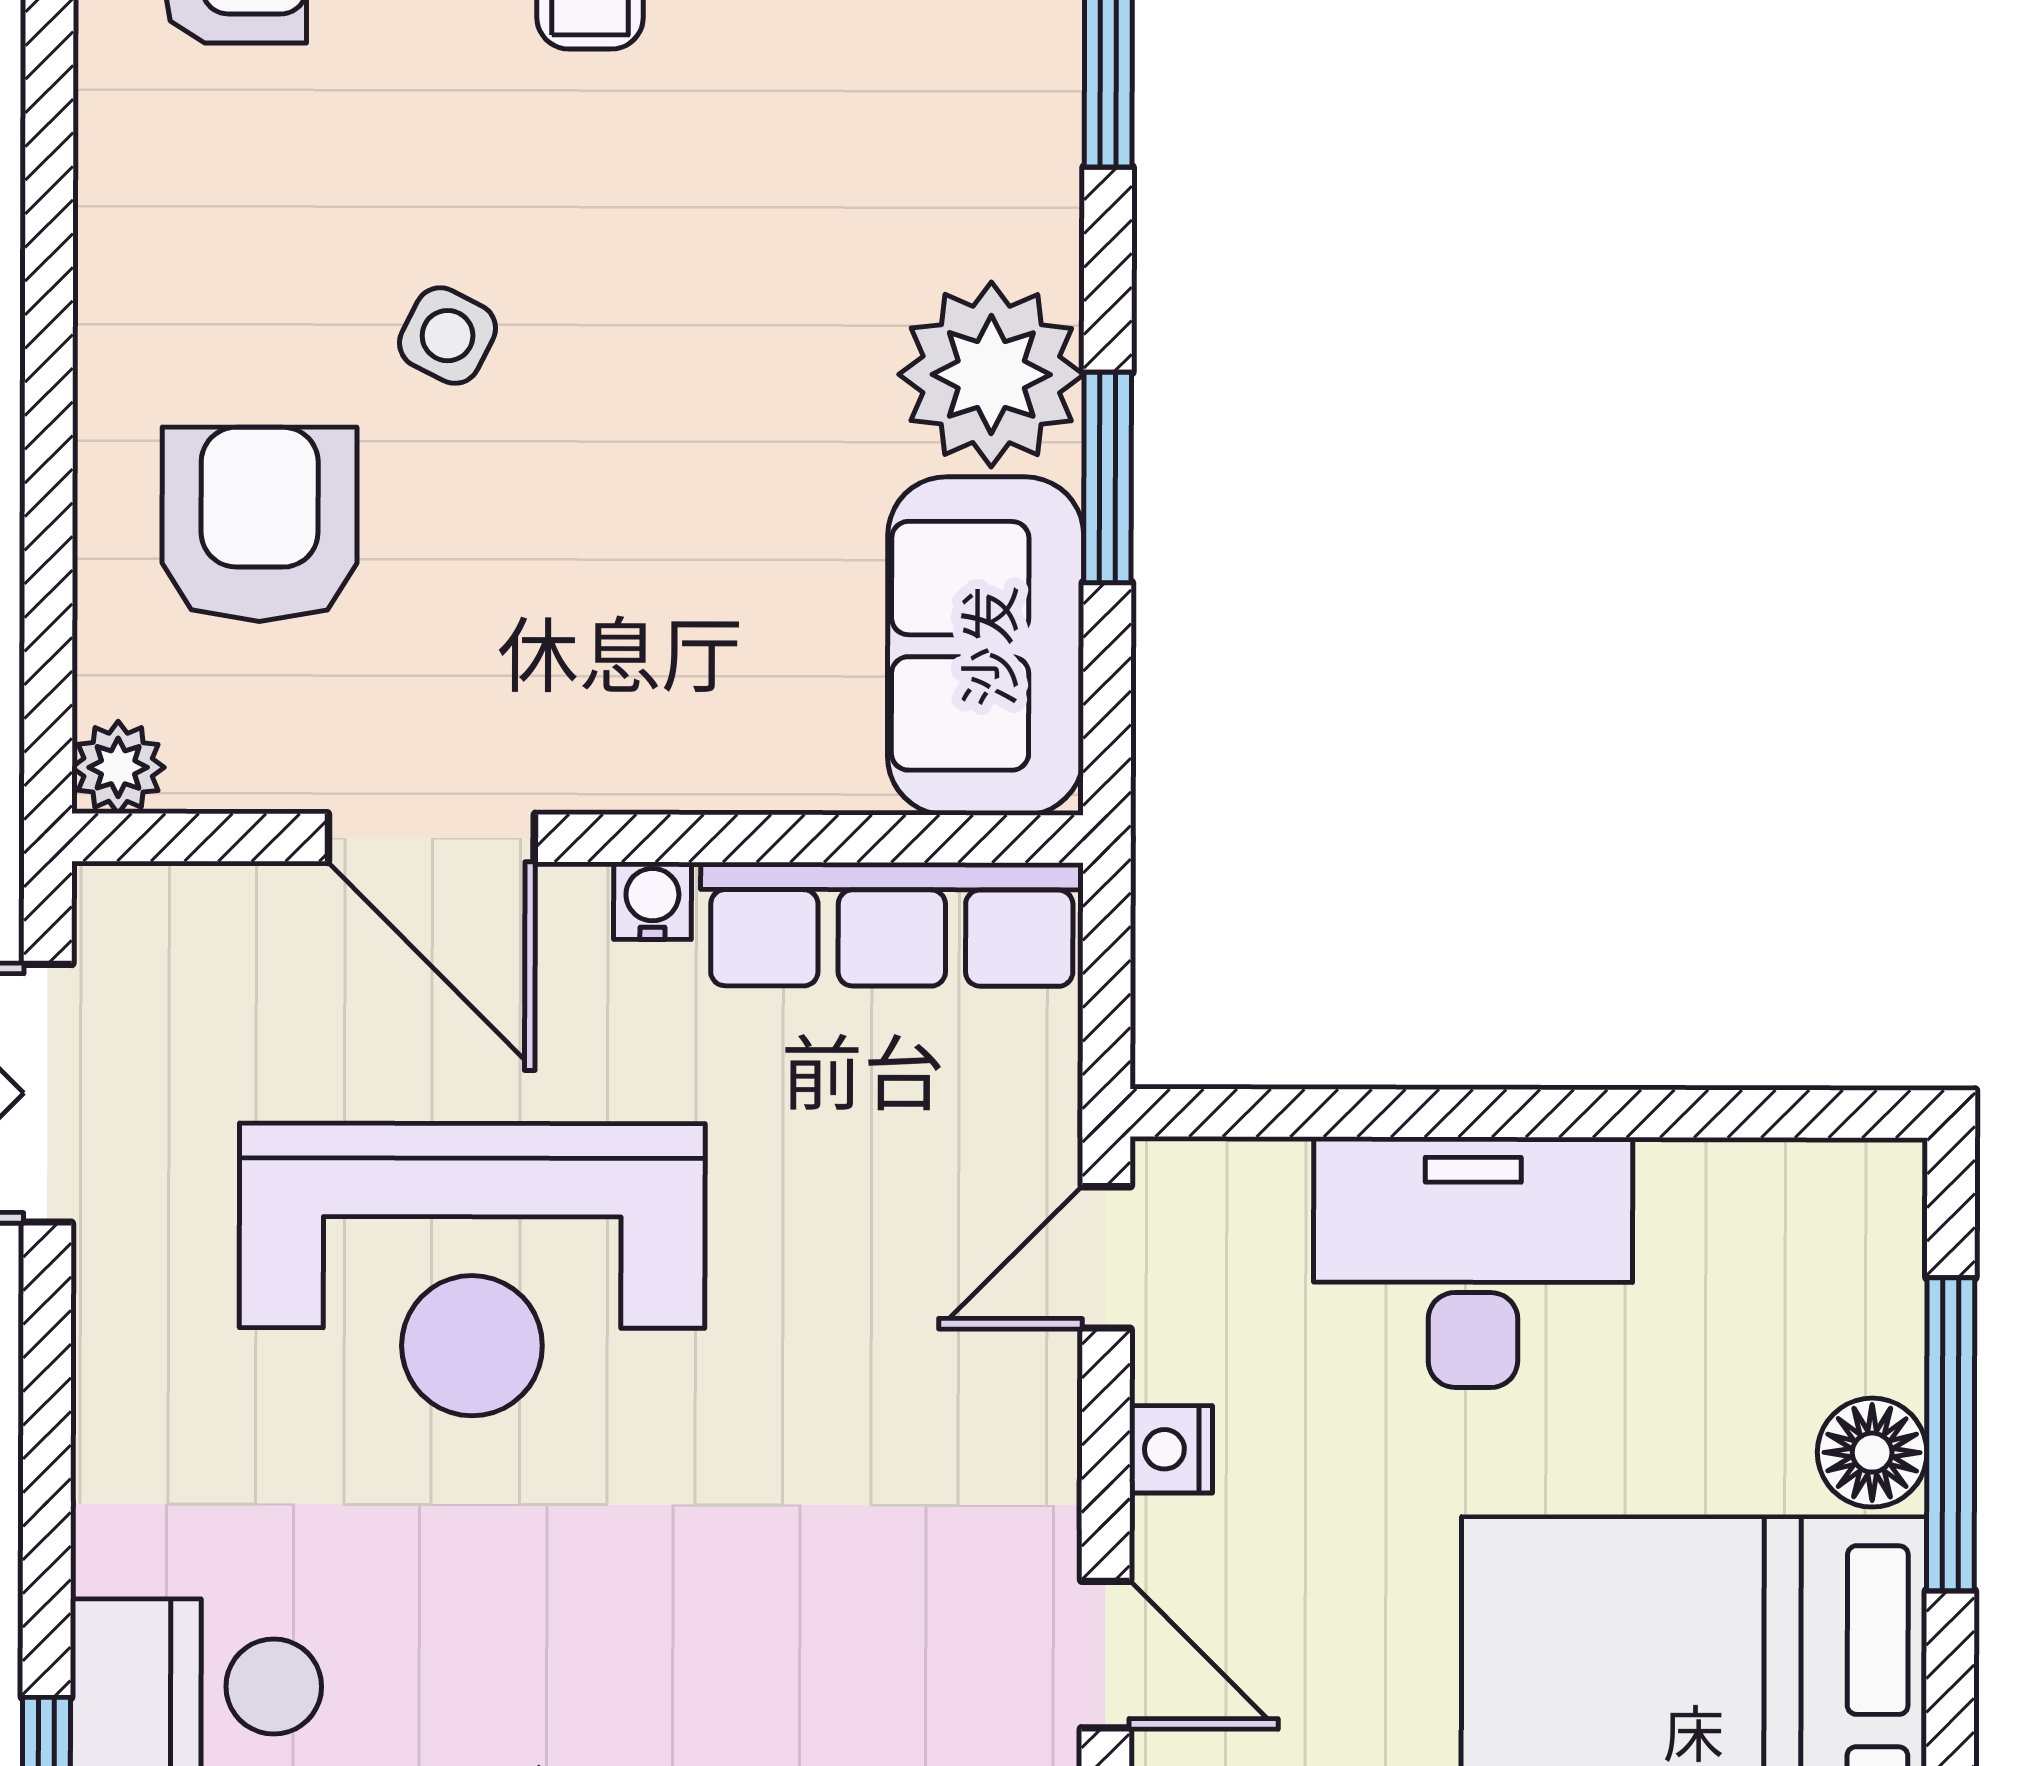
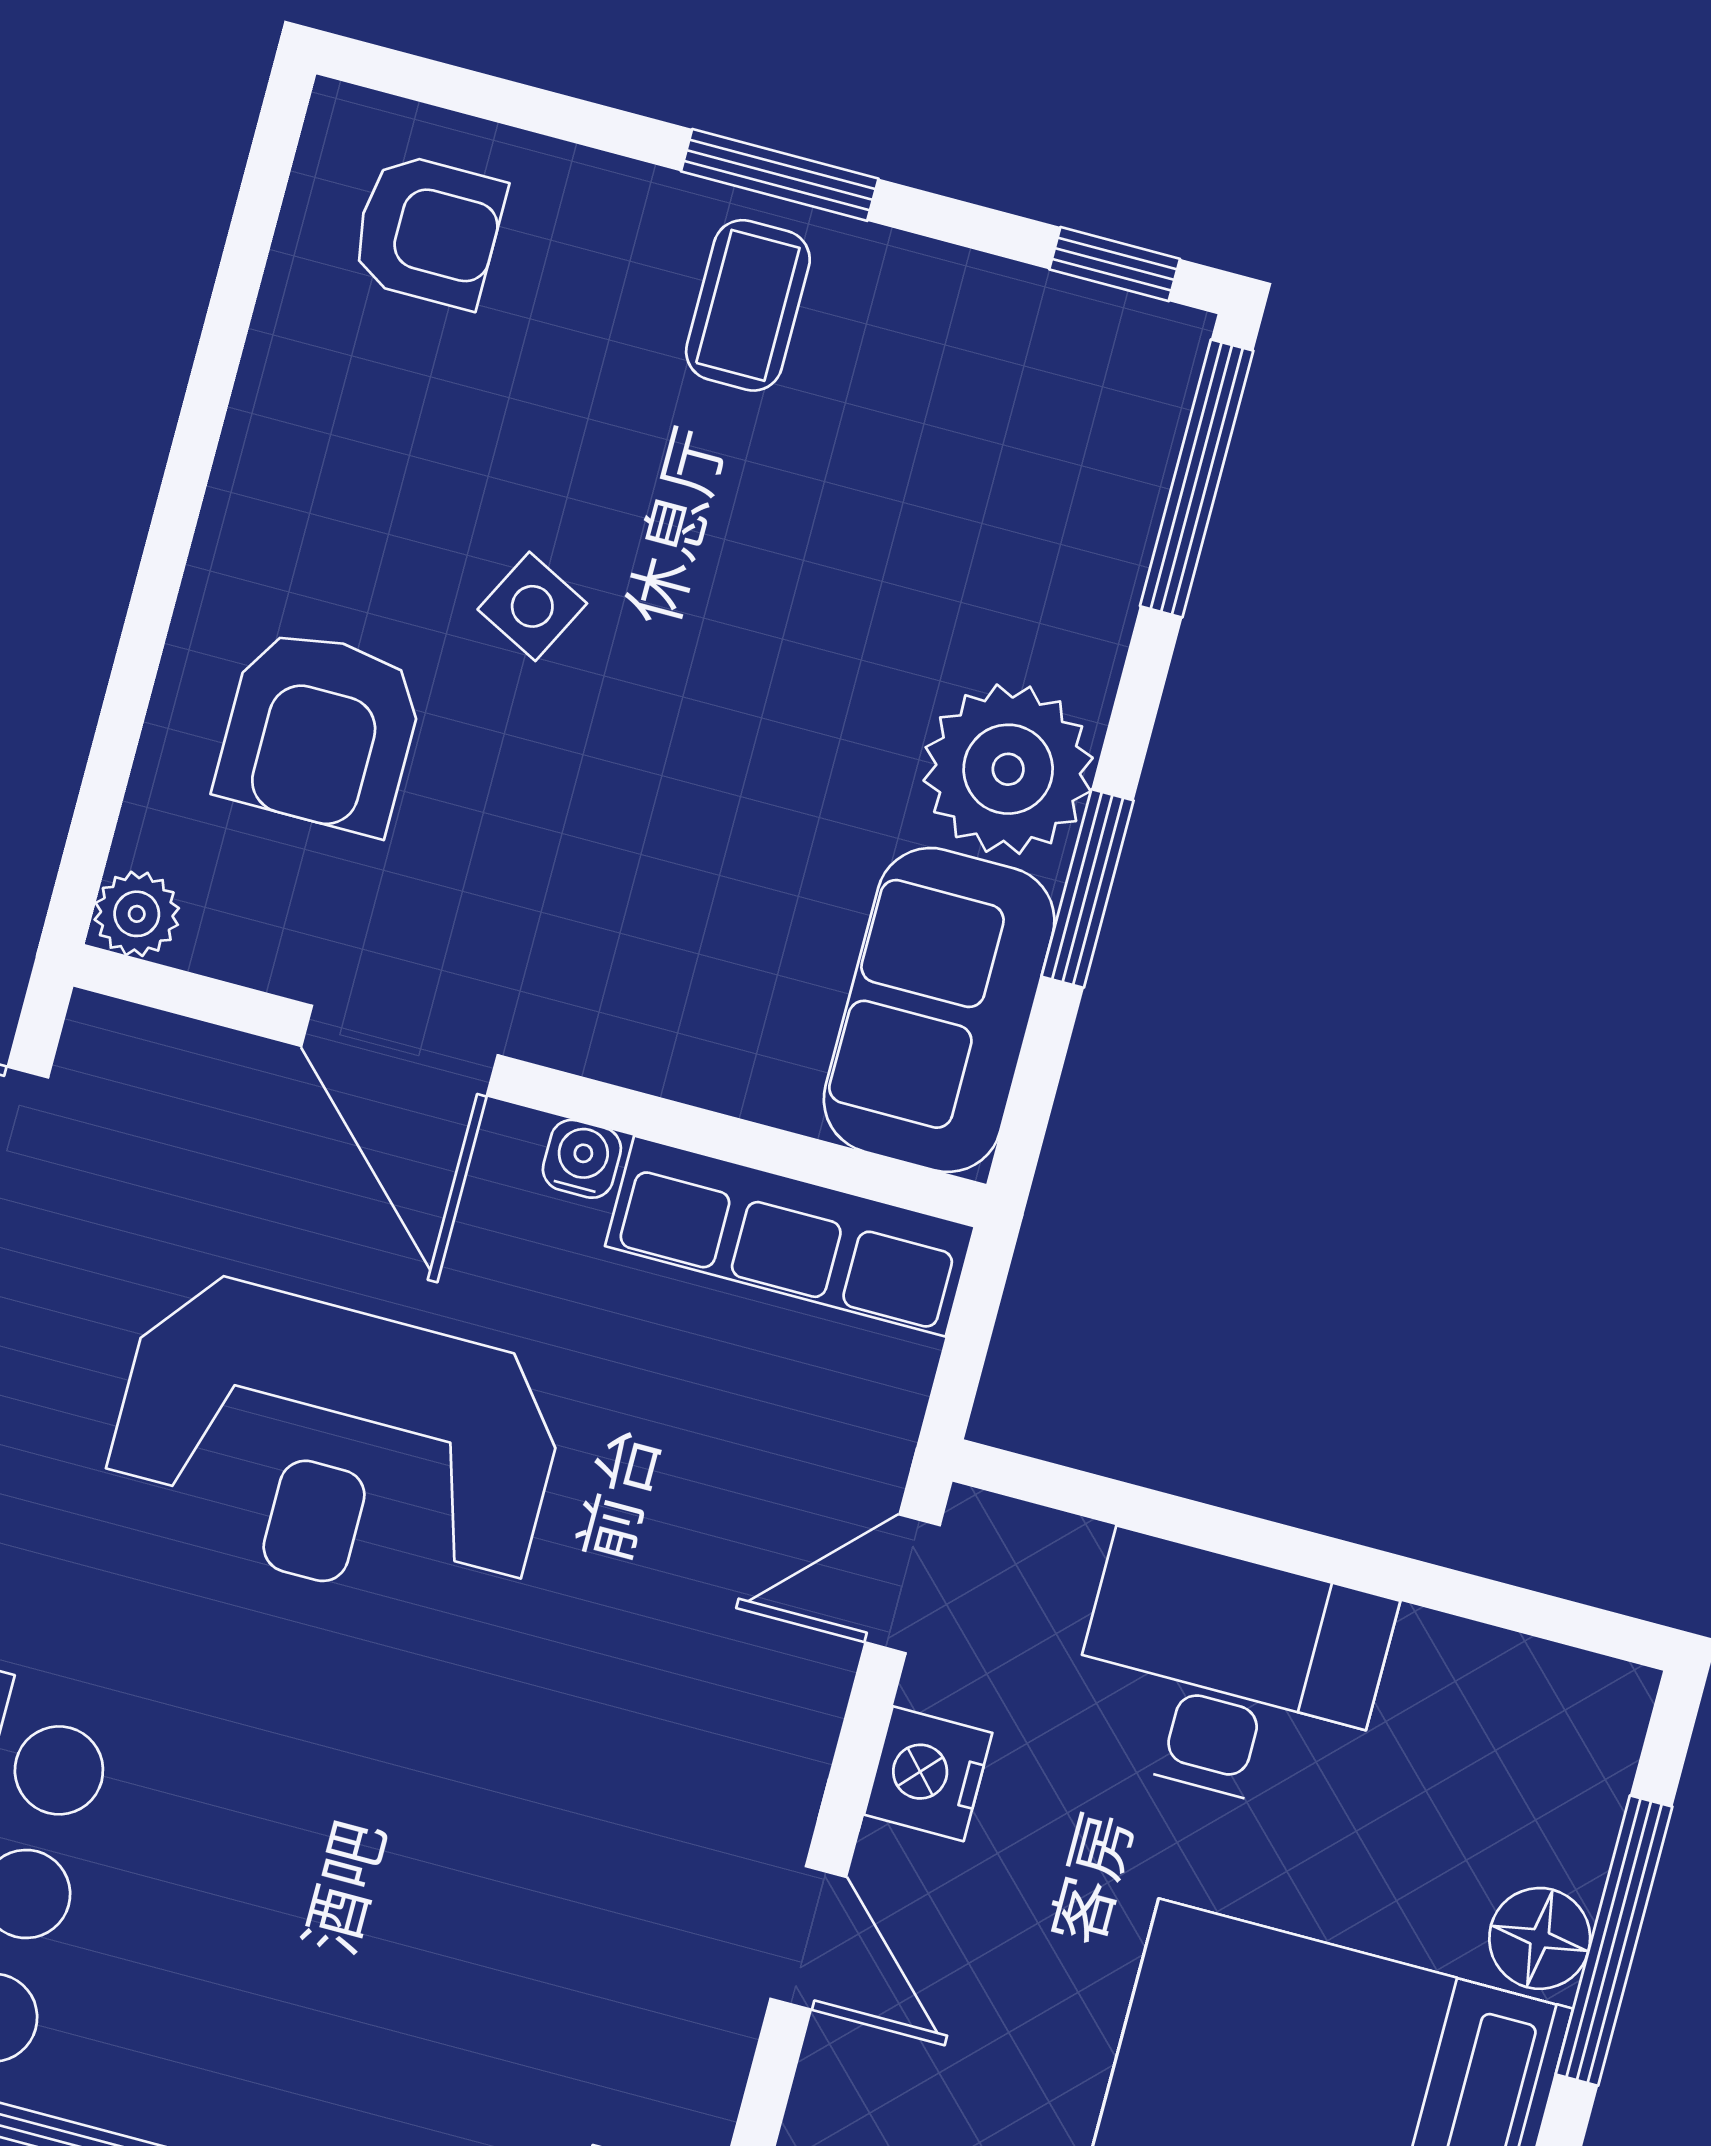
armchair: (260, 524) -> (320, 730), turned 180
nightstand: (1171, 1449) -> (928, 1774), width x1.39, depth x1.35

